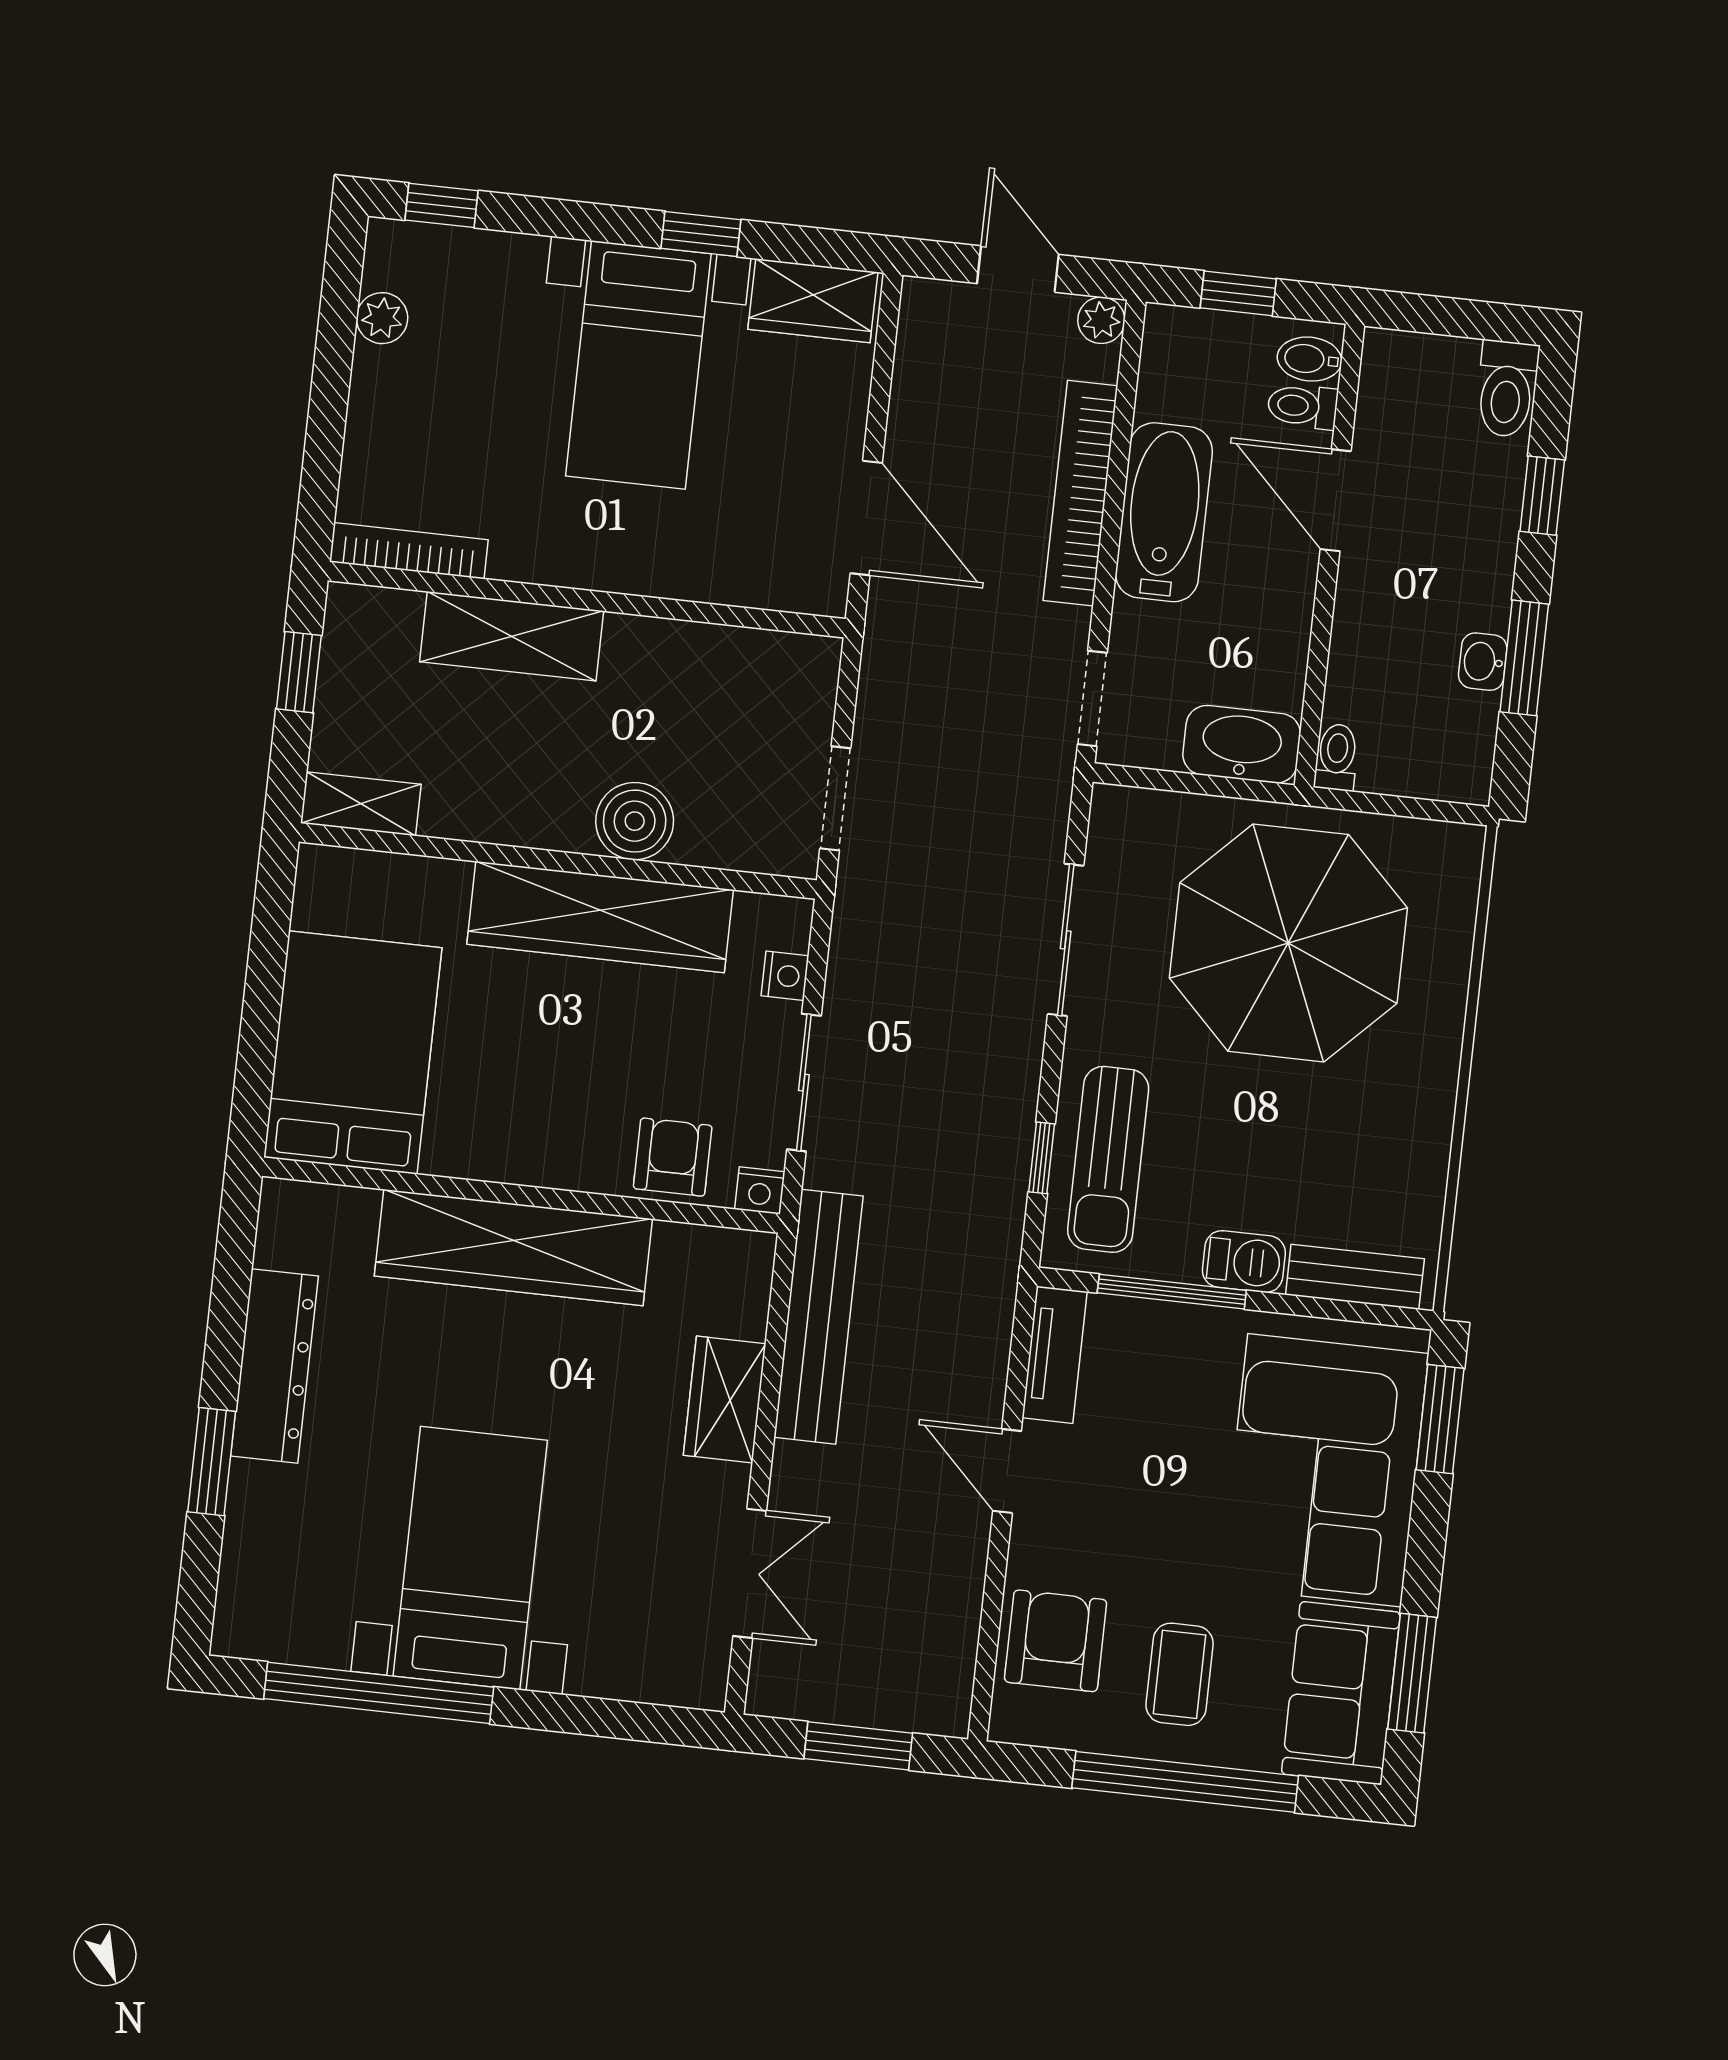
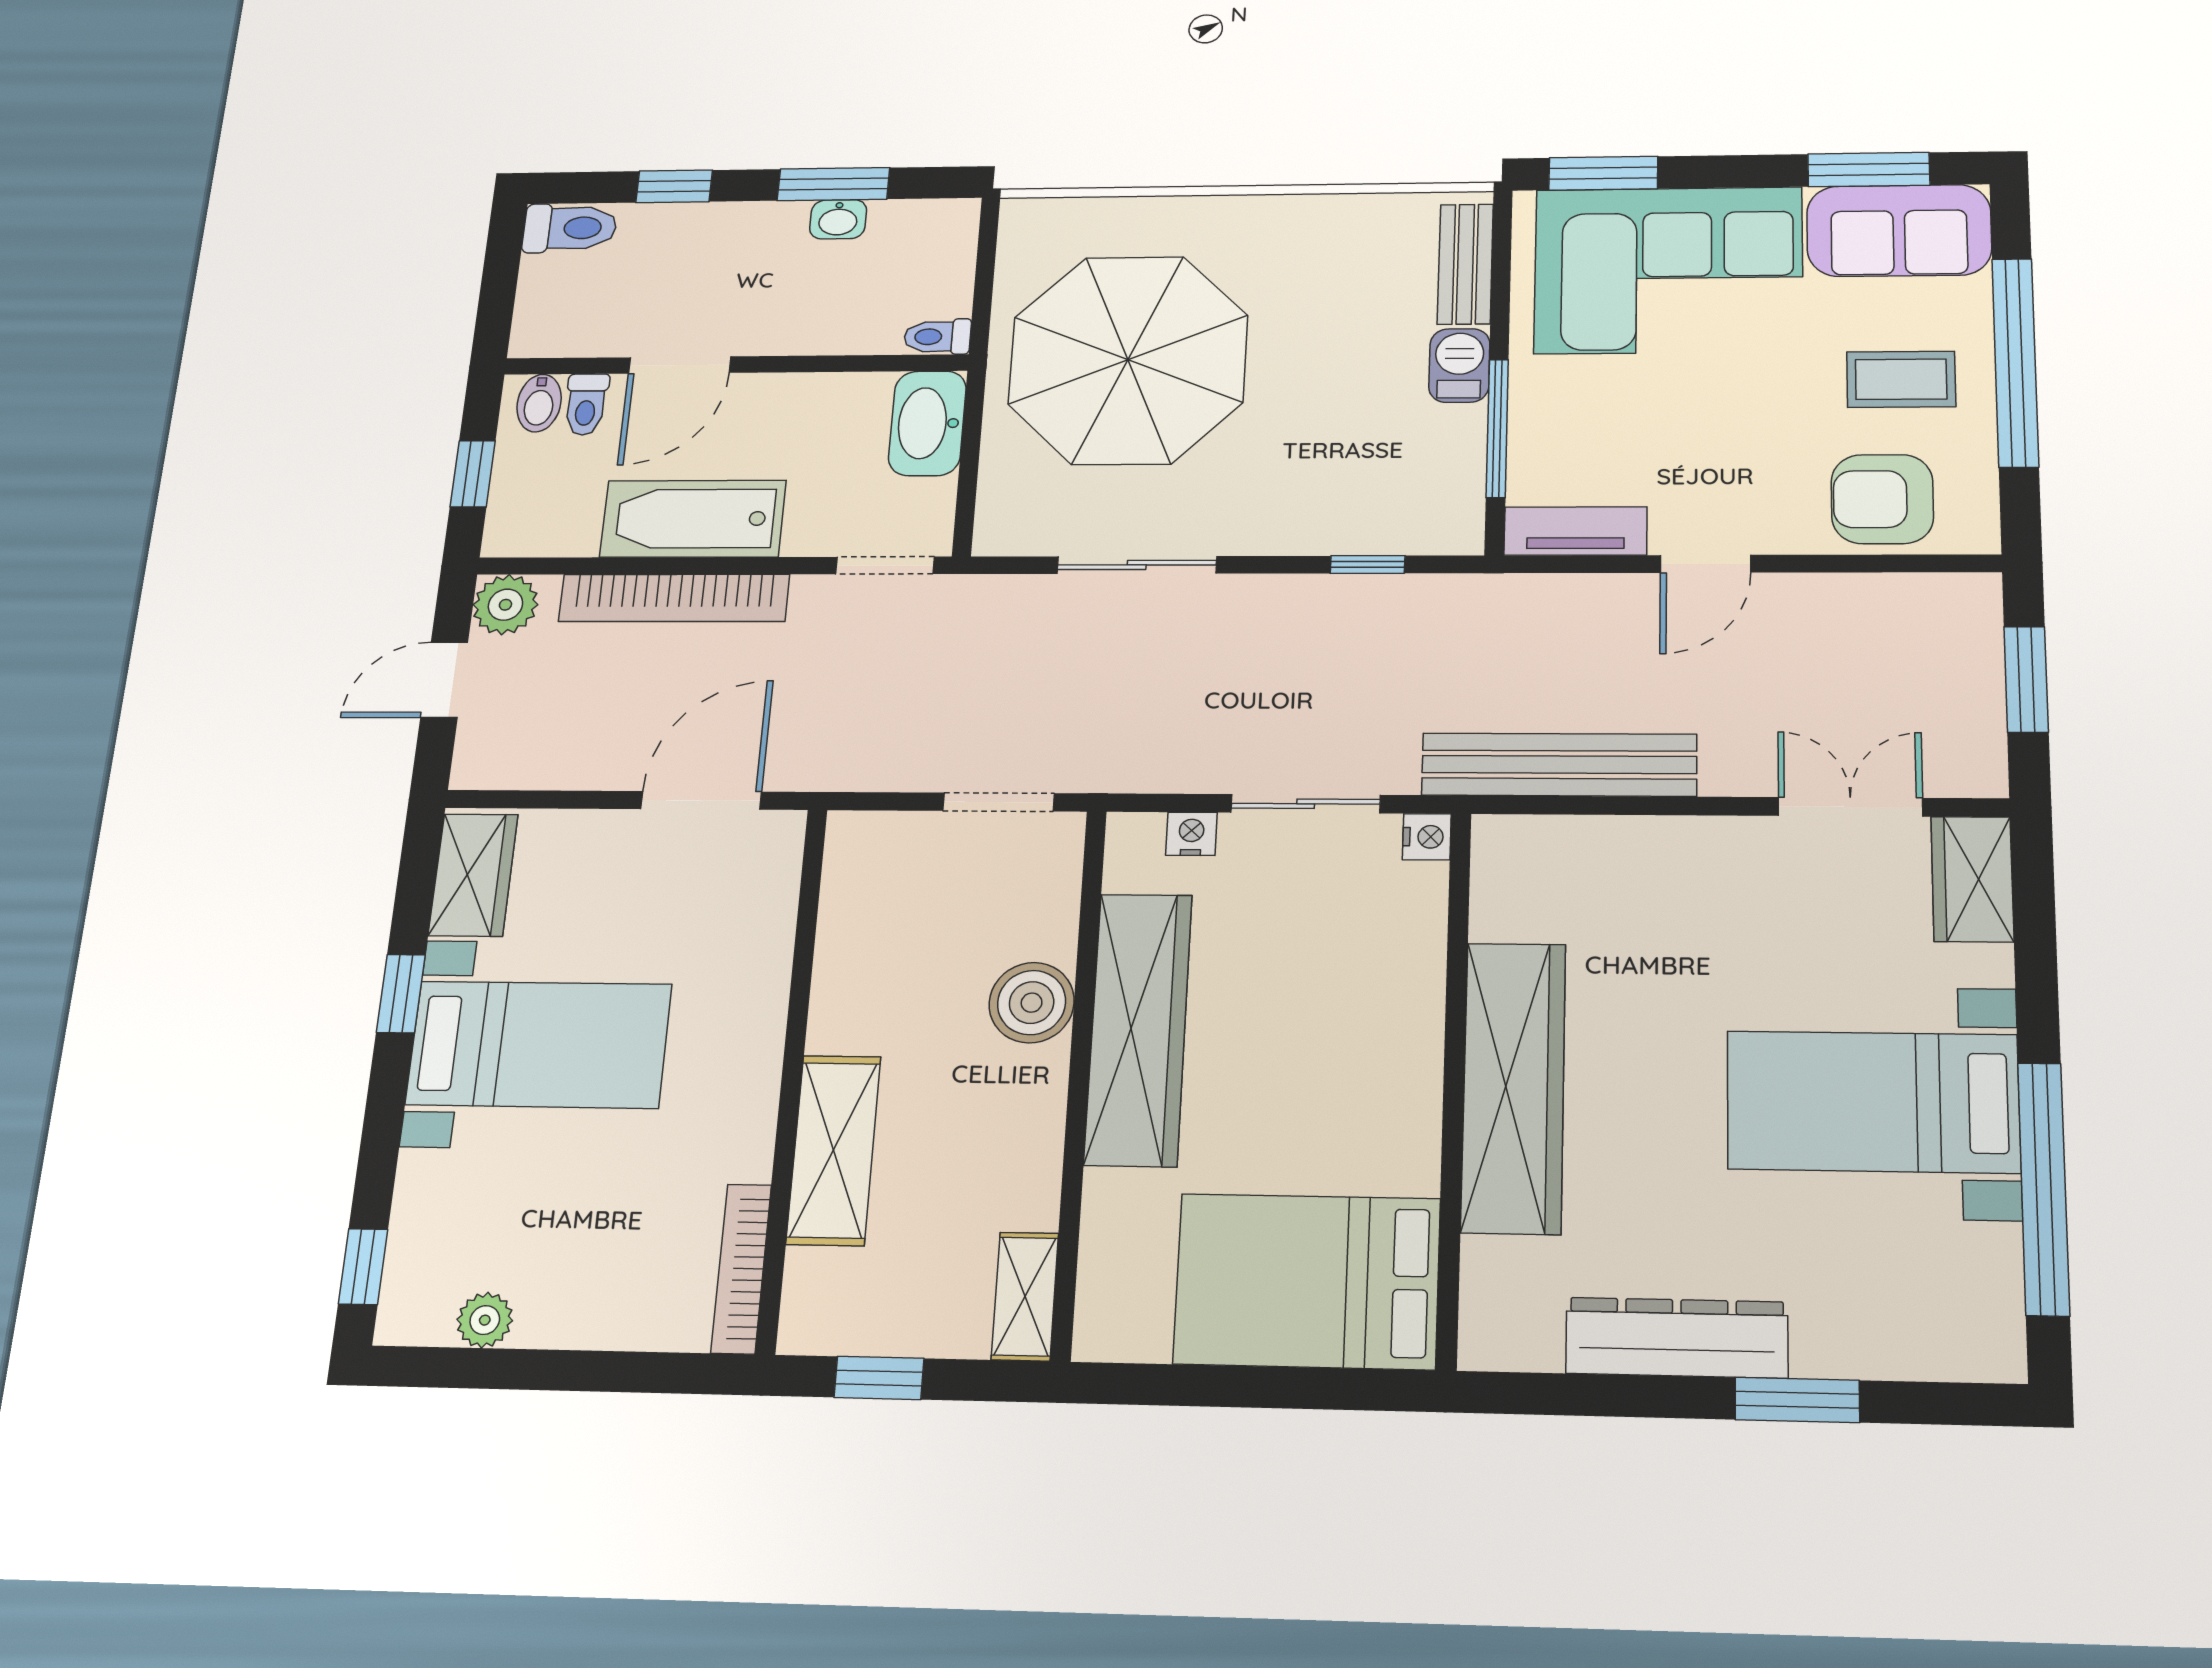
plant: (1101, 320) -> (505, 605), width x1.38, depth x1.38
armchair: (673, 1157) -> (1398, 929), removed
sun lounger: (1108, 1159) -> (1364, 502), removed
wardrobe: (725, 1400) -> (1972, 879), moved, turned 90

